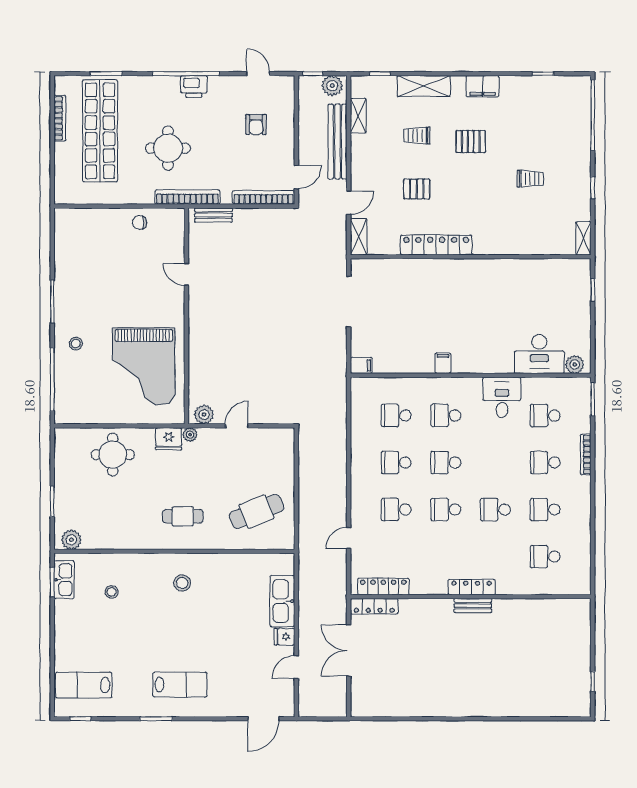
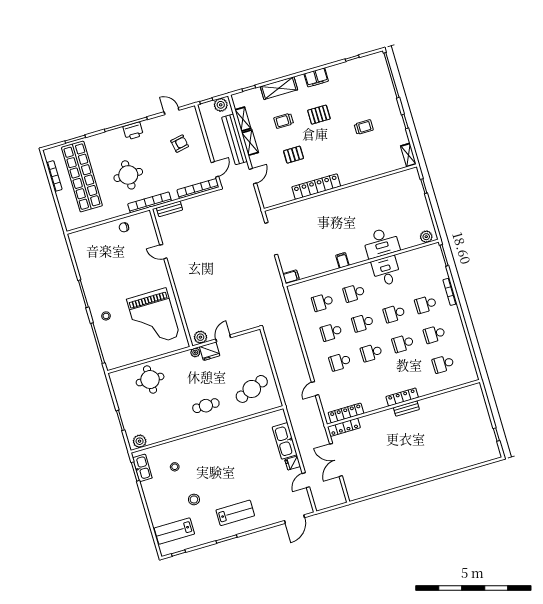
armchair: (256, 124) -> (180, 144), turned -101
shelving: (359, 237) -> (250, 143), moved
desk: (539, 354) -> (381, 243), moved
school desk: (545, 415) -> (394, 314), moved
fridge: (169, 439) -> (210, 351), moved
stool: (182, 583) -> (194, 499), moved

